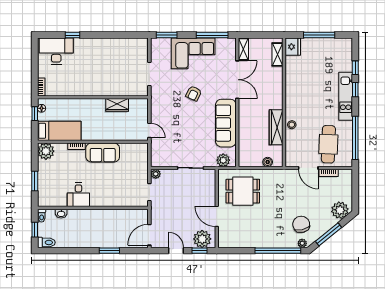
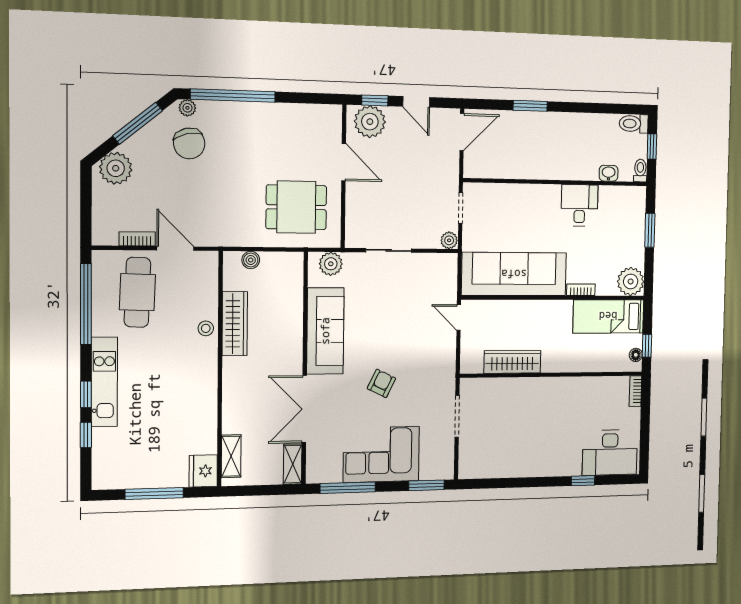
wardrobe: (117, 105) -> (512, 362), width x1.50
sofa: (103, 153) -> (514, 274), width x1.85, depth x1.27

